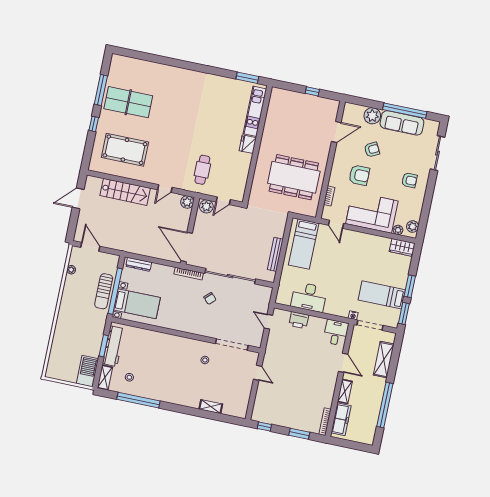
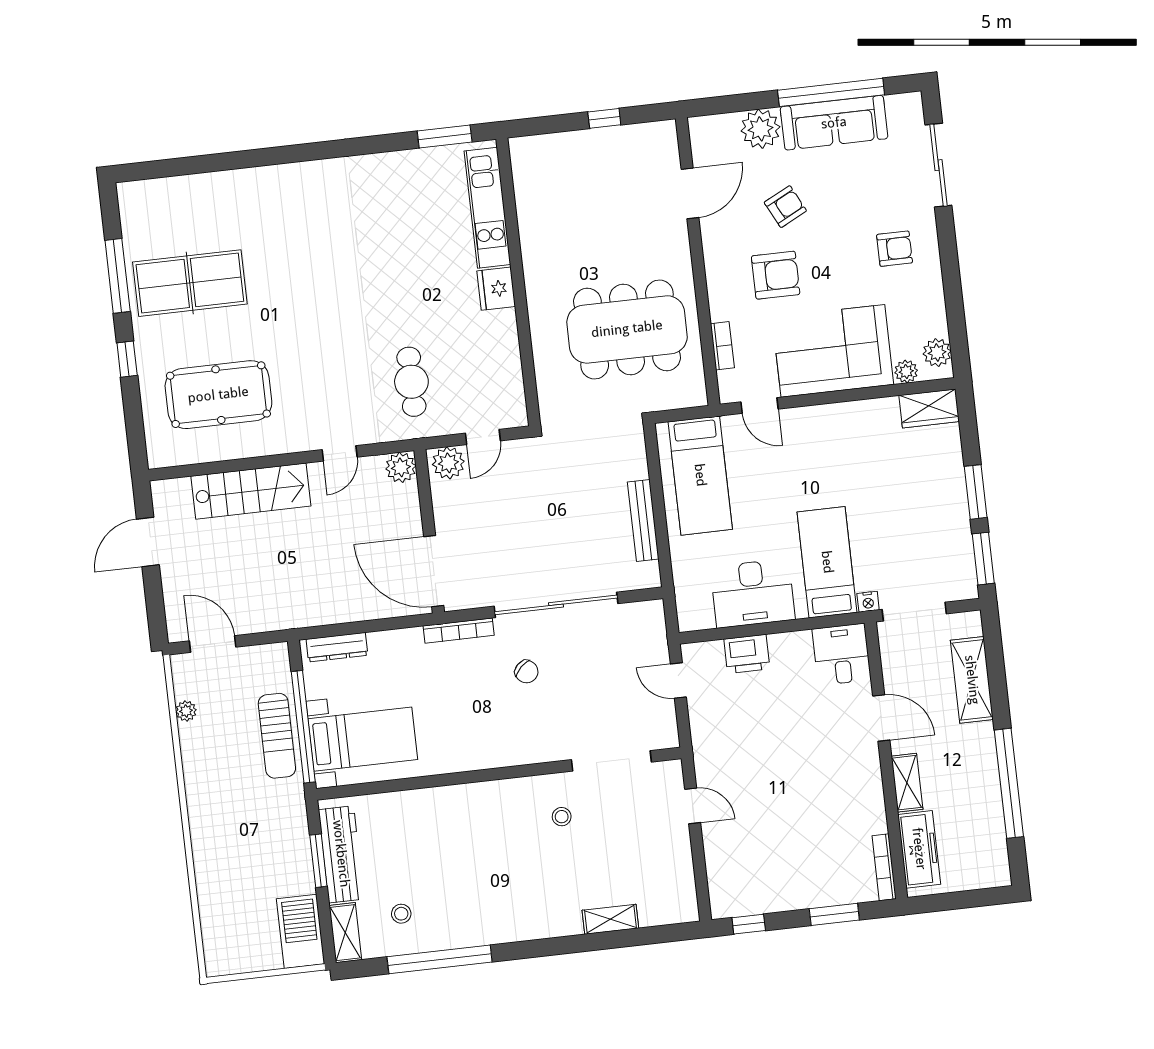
bed: (382, 295) -> (827, 562), moved, turned 90

